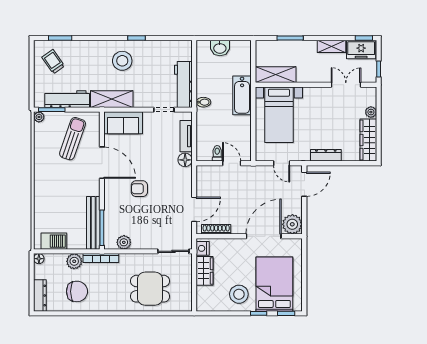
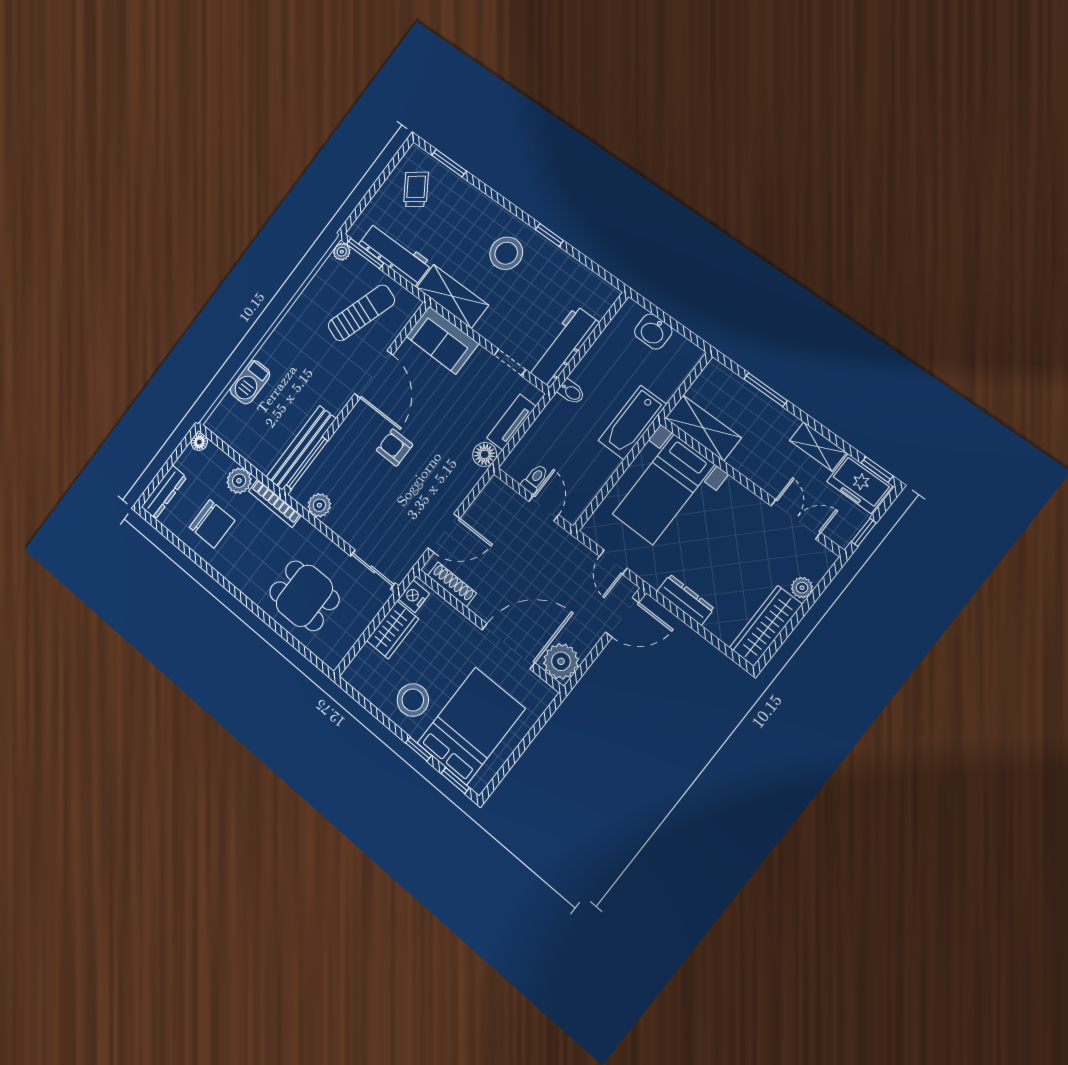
barbecue: (54, 241) -> (250, 382), moved, turned 90

